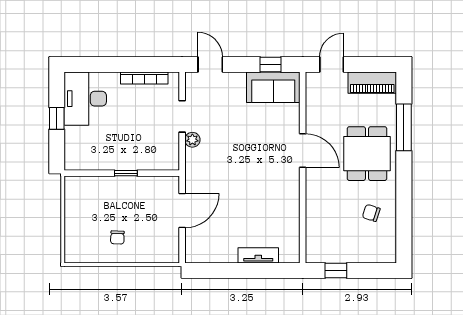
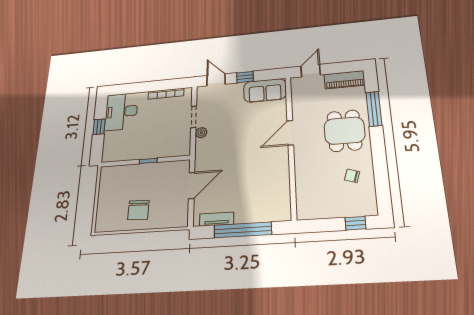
window: (271, 64) -> (245, 77), moved
door: (303, 151) -> (290, 133), swing flipped
chair: (117, 237) -> (138, 210), width x1.87, depth x1.87
tv unit: (258, 255) -> (217, 219), moved
window: (244, 270) -> (243, 230), added
window: (336, 270) -> (356, 223), moved

